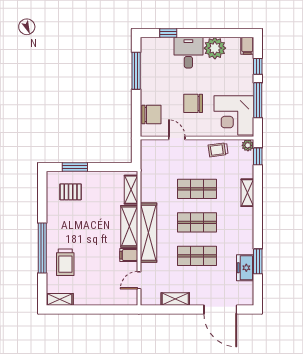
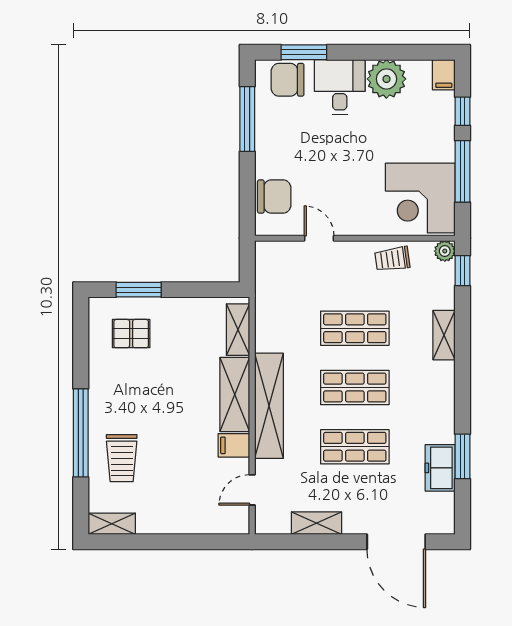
window: (168, 33) -> (304, 52), width x1.50
chair: (193, 103) -> (288, 80), moved

